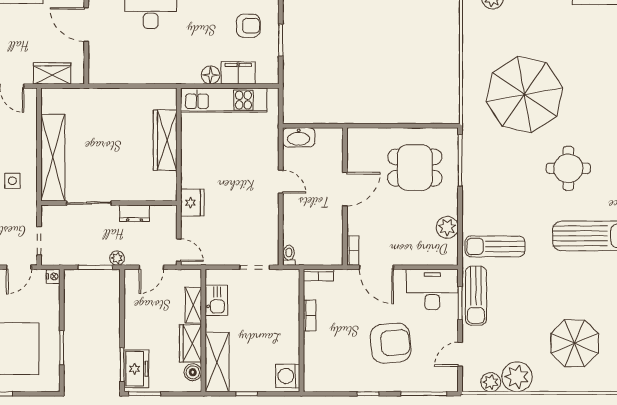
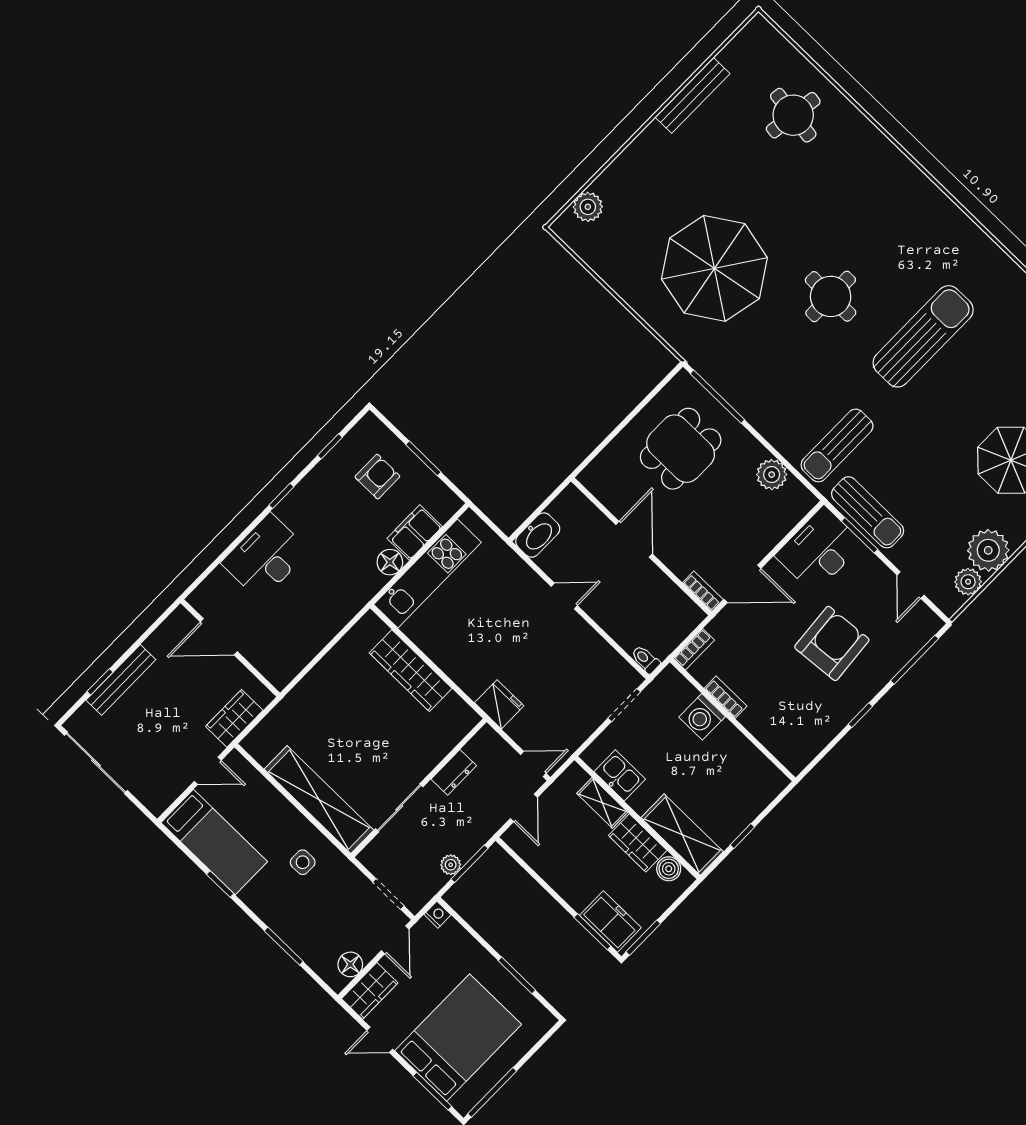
plant: (117, 258) -> (451, 865), moved
washing machine: (288, 376) -> (702, 717), moved

